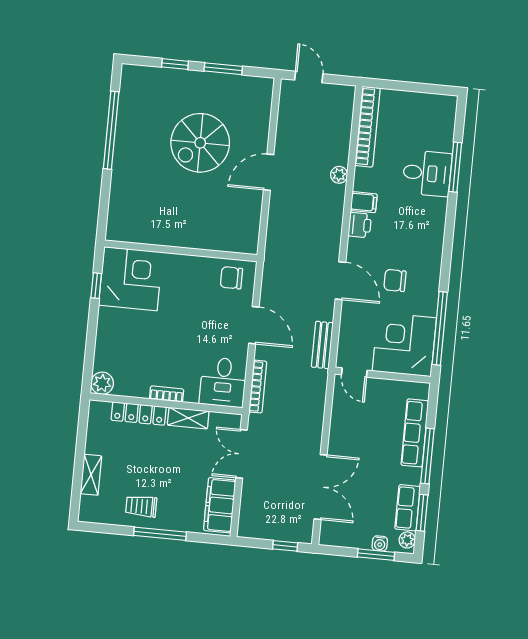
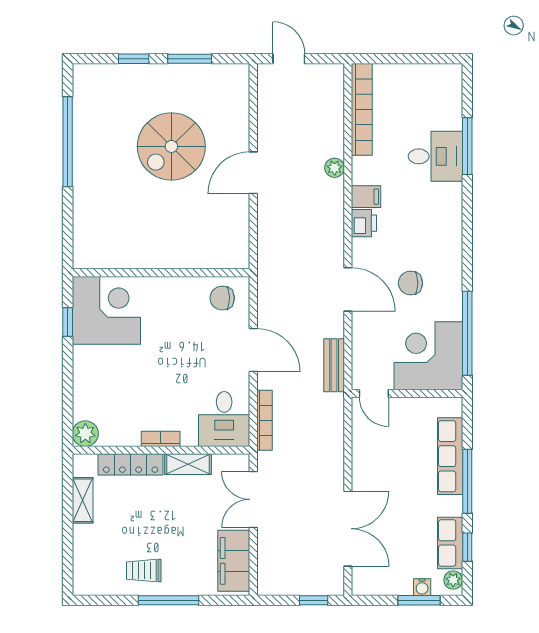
shelving: (91, 475) -> (83, 500), moved
window: (422, 513) -> (467, 547), width x0.67

